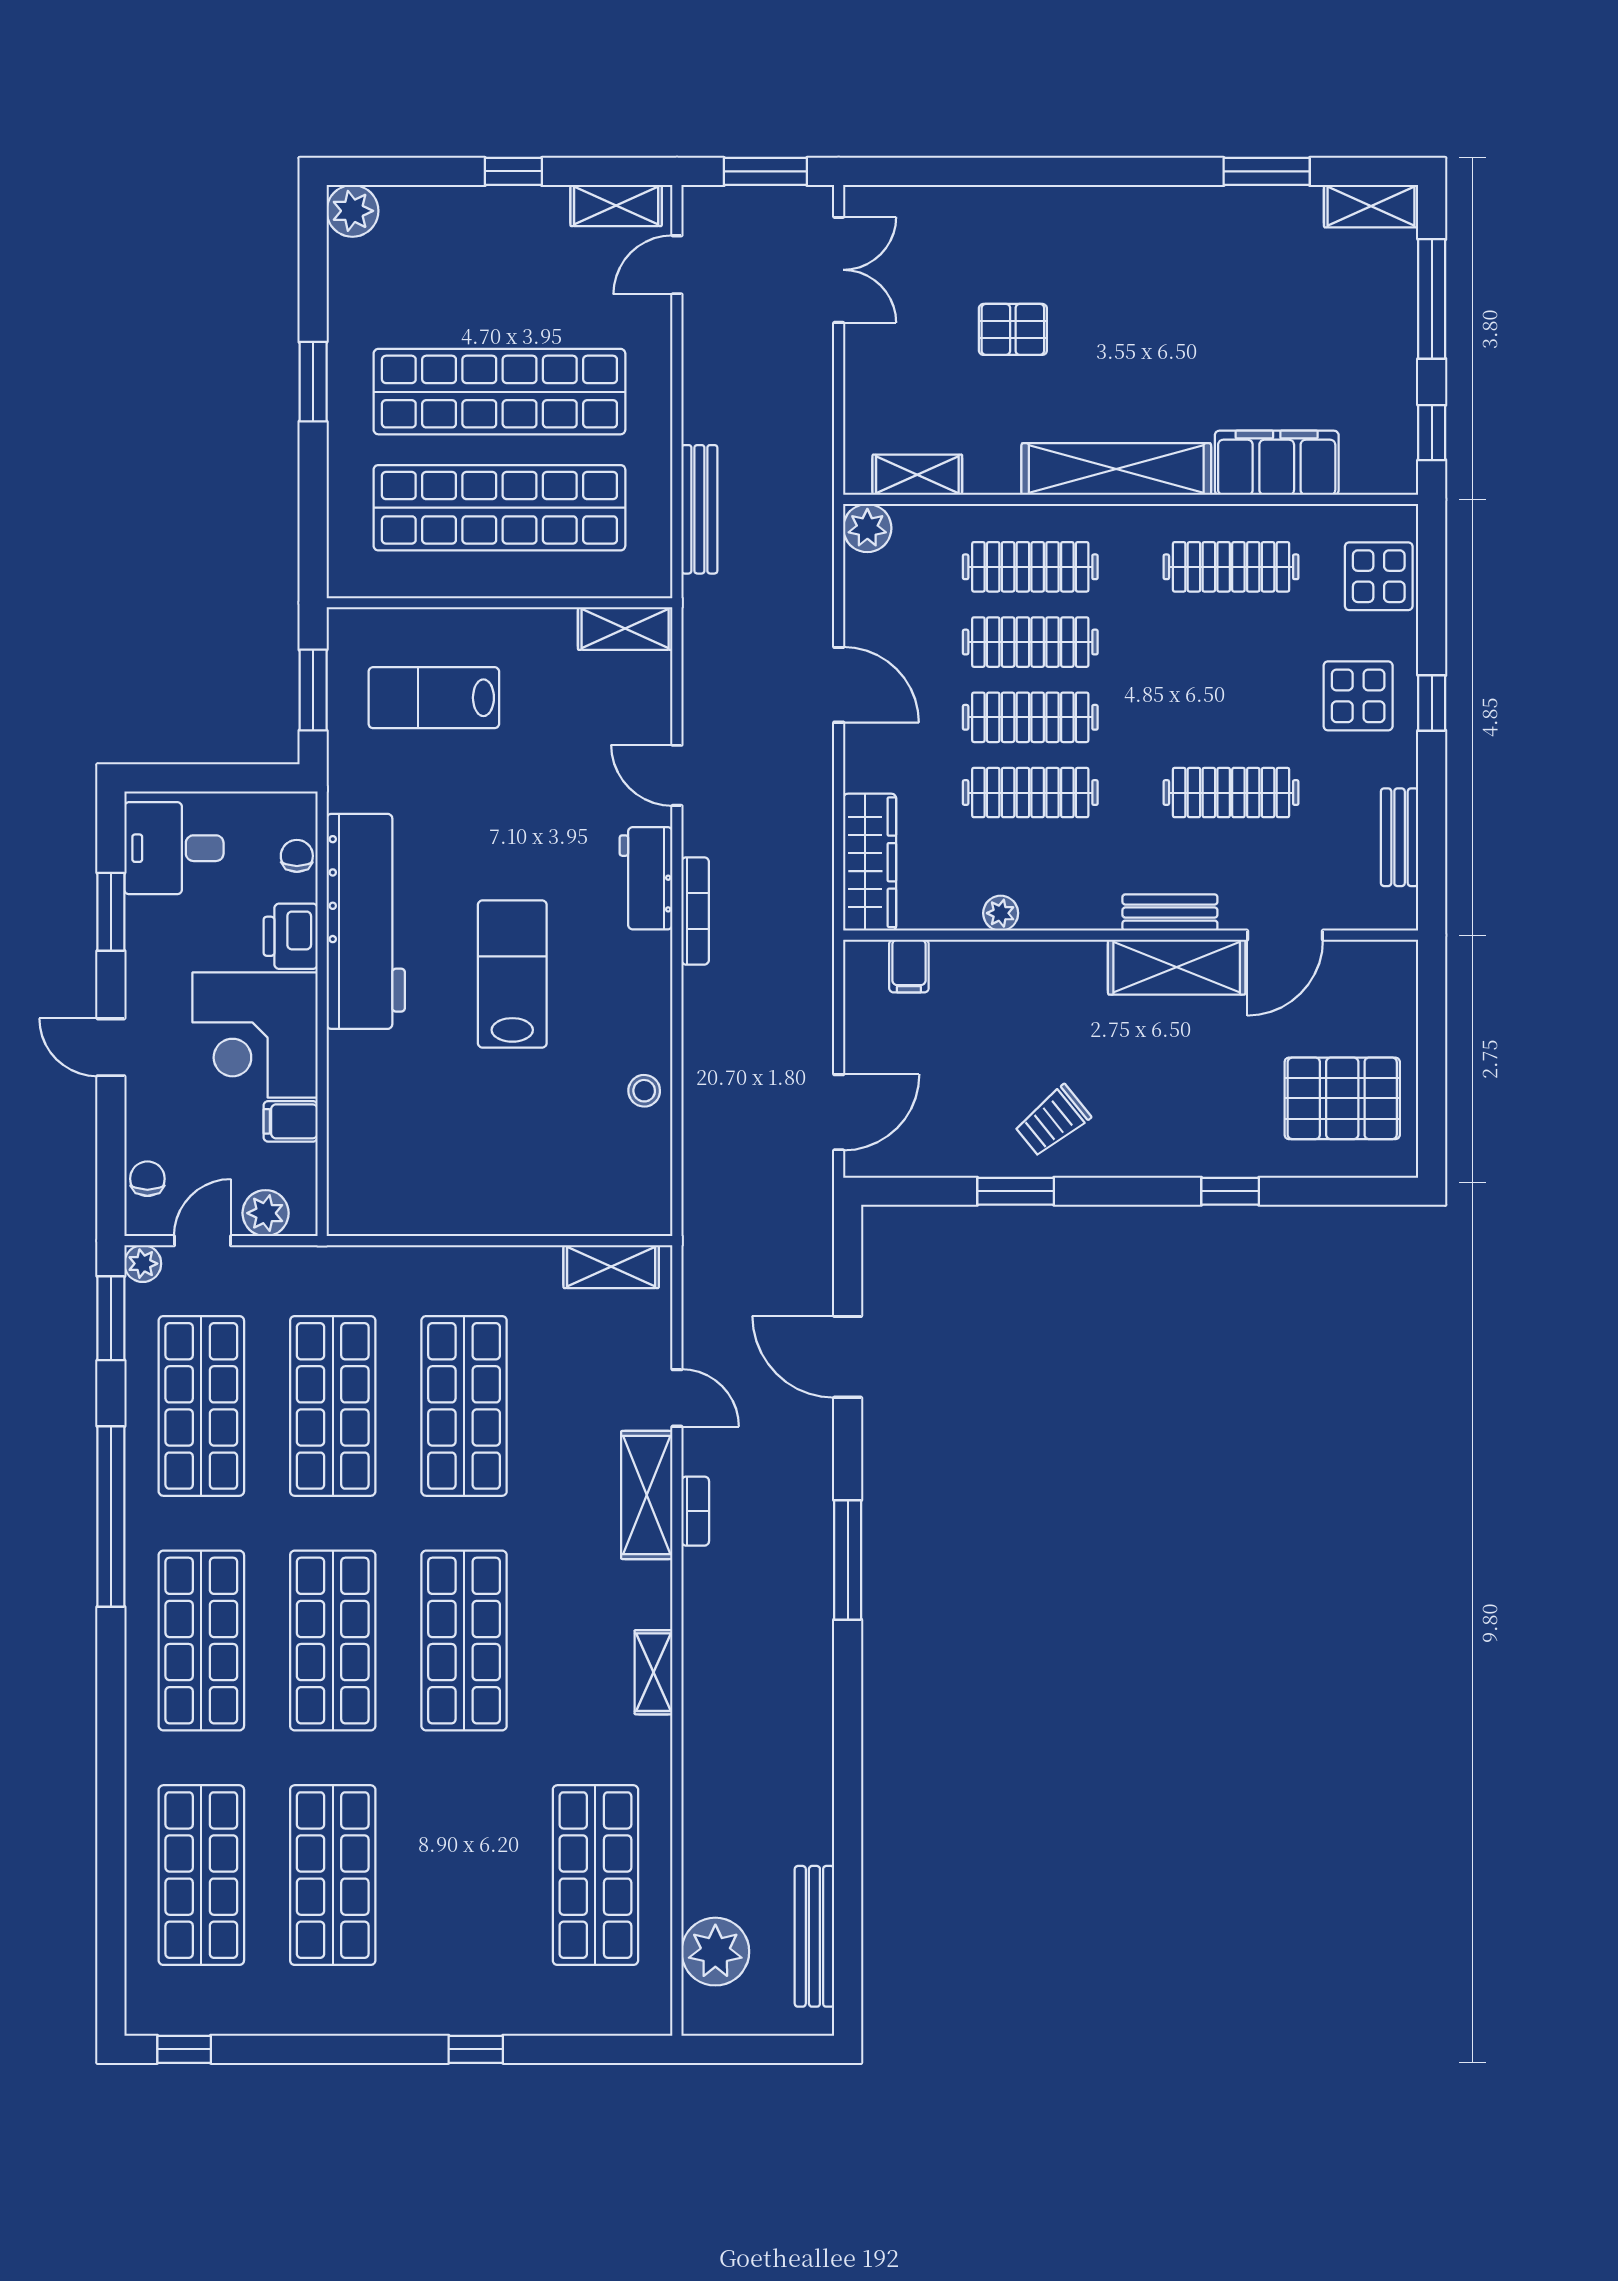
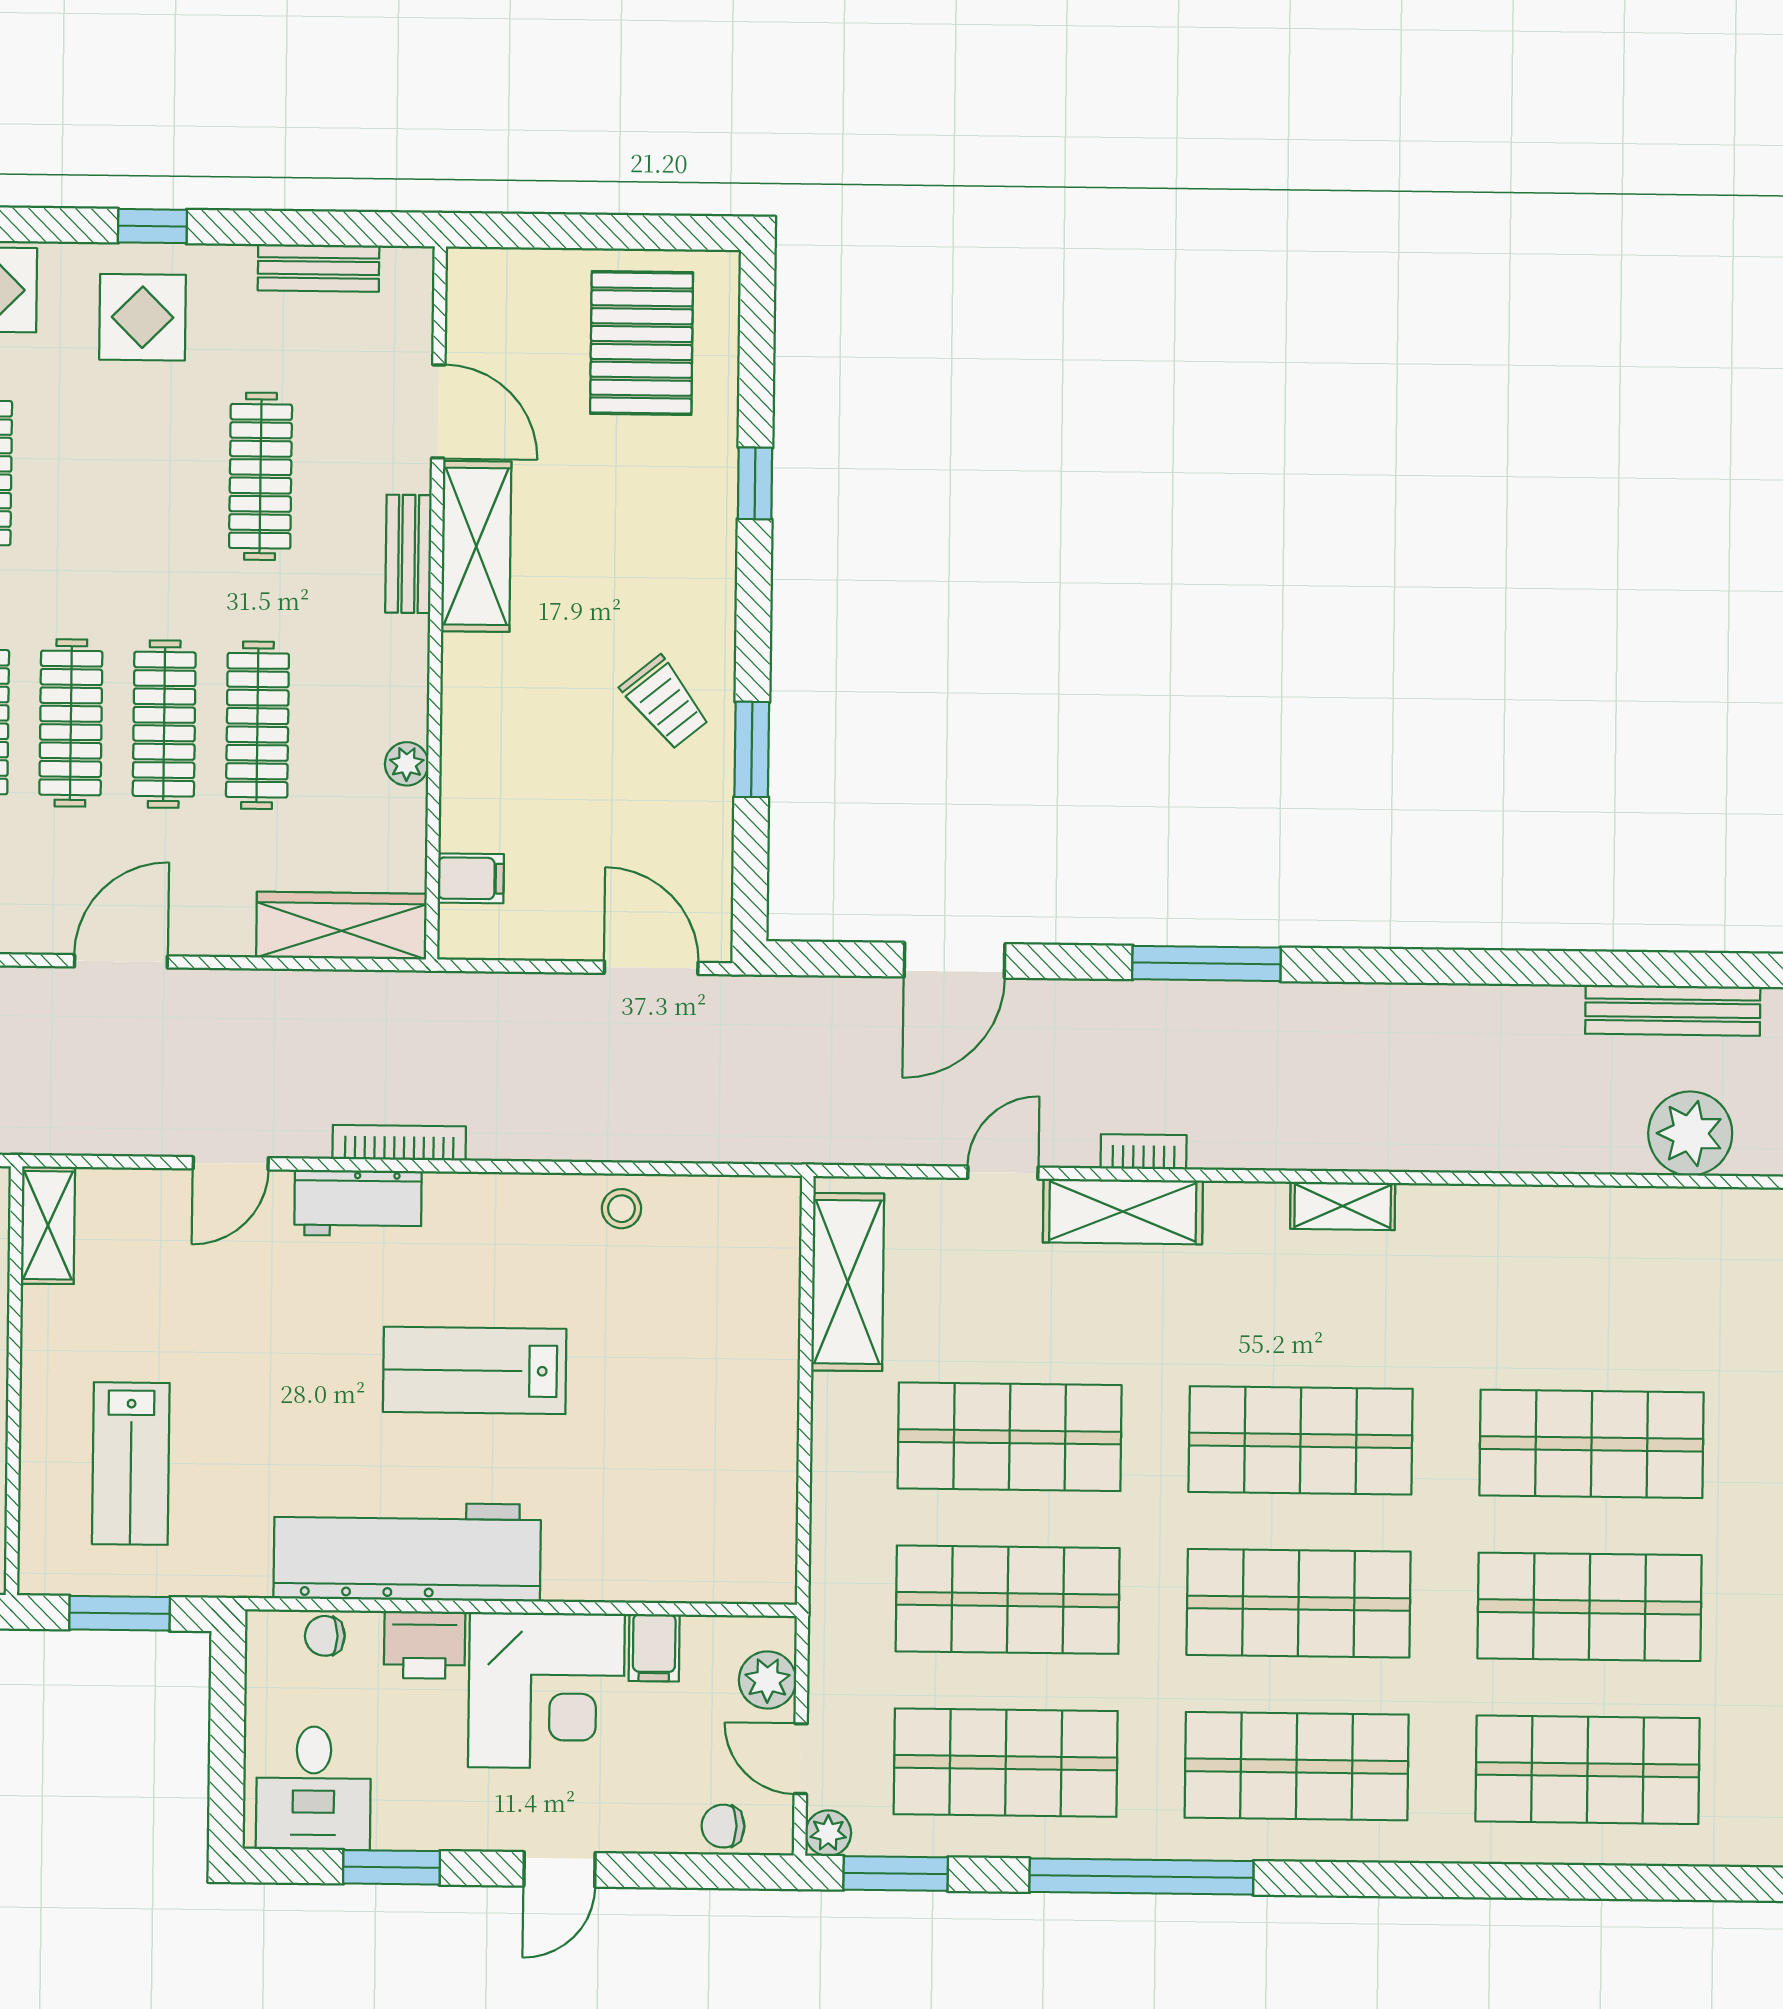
shelving: (611, 1267) -> (848, 1282), width x1.50, depth x1.33
shop shelf: (595, 1875) -> (1591, 1444), moved

